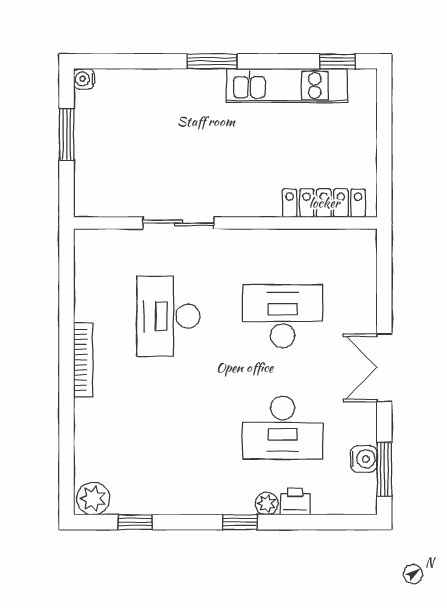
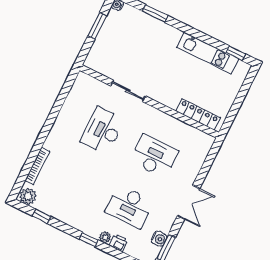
window: (212, 61) -> (155, 13), moved
bookcase: (83, 360) -> (37, 166), moved
double door: (384, 368) -> (189, 202), swing flipped

